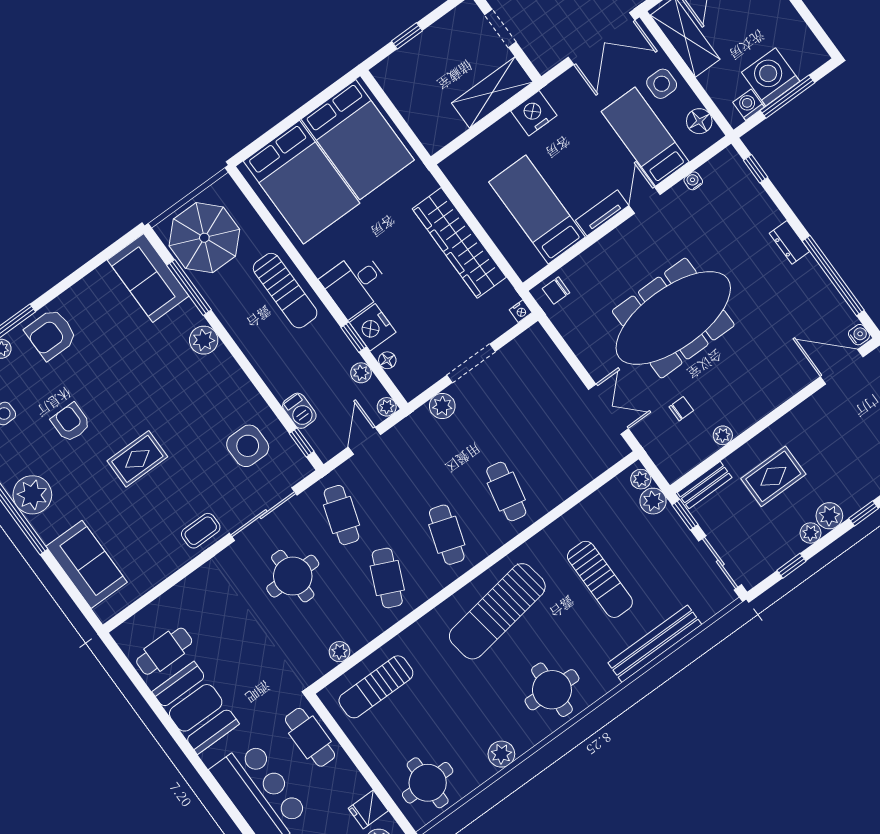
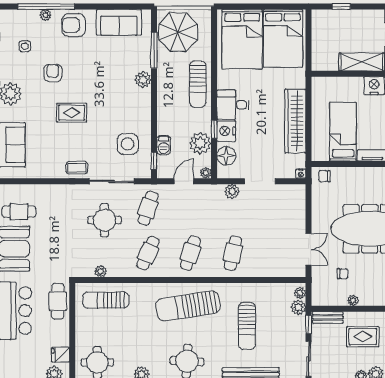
sofa: (148, 278) -> (119, 22), moved, turned -90
floor lamp: (387, 360) -> (226, 156), width x1.89, depth x1.89
plant: (361, 373) -> (200, 143), width x1.87, depth x1.87

